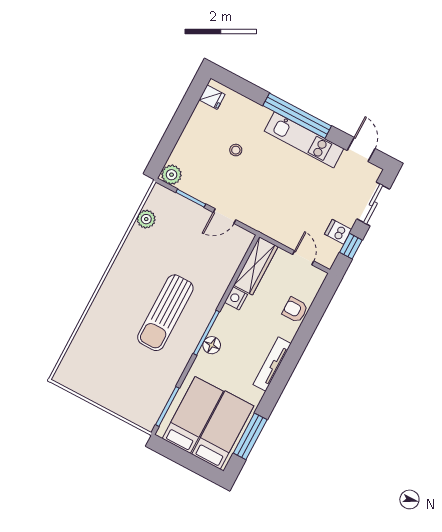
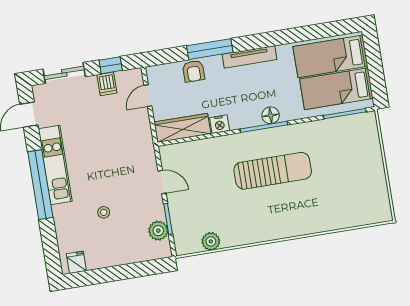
plant: (171, 175) -> (158, 231), moved
window: (250, 436) -> (210, 49), moved

